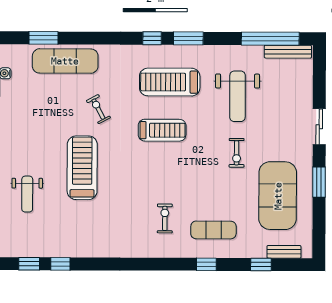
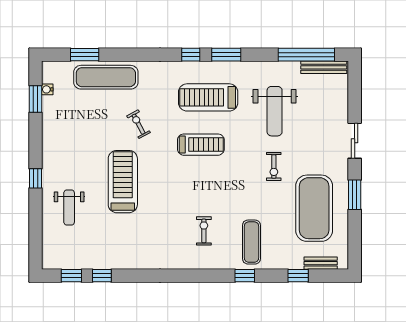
exercise mat: (213, 230) -> (251, 242), turned 90

